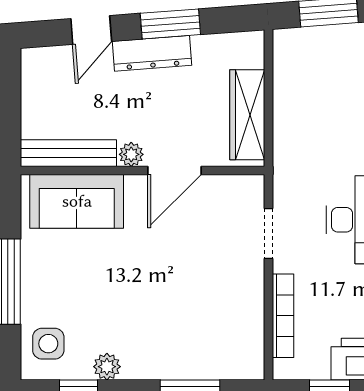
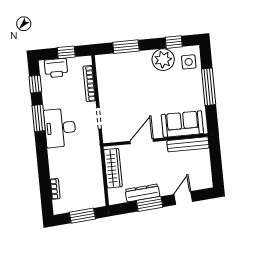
dresser: (152, 53) -> (142, 193), moved
plant: (131, 154) -> (161, 146), removed
plant: (107, 367) -> (163, 60), width x1.87, depth x1.87

